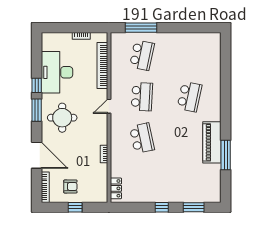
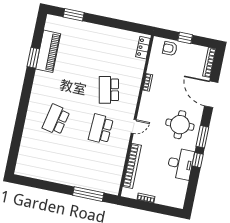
school desk: (142, 55) -> (93, 168), removed
desk: (57, 72) -> (180, 164), width x0.73, depth x0.77
piano: (212, 142) -> (48, 51), moved
window: (226, 155) -> (33, 58), width x0.69
armchair: (70, 186) -> (170, 48), moved
window: (162, 207) -> (104, 21), removed

